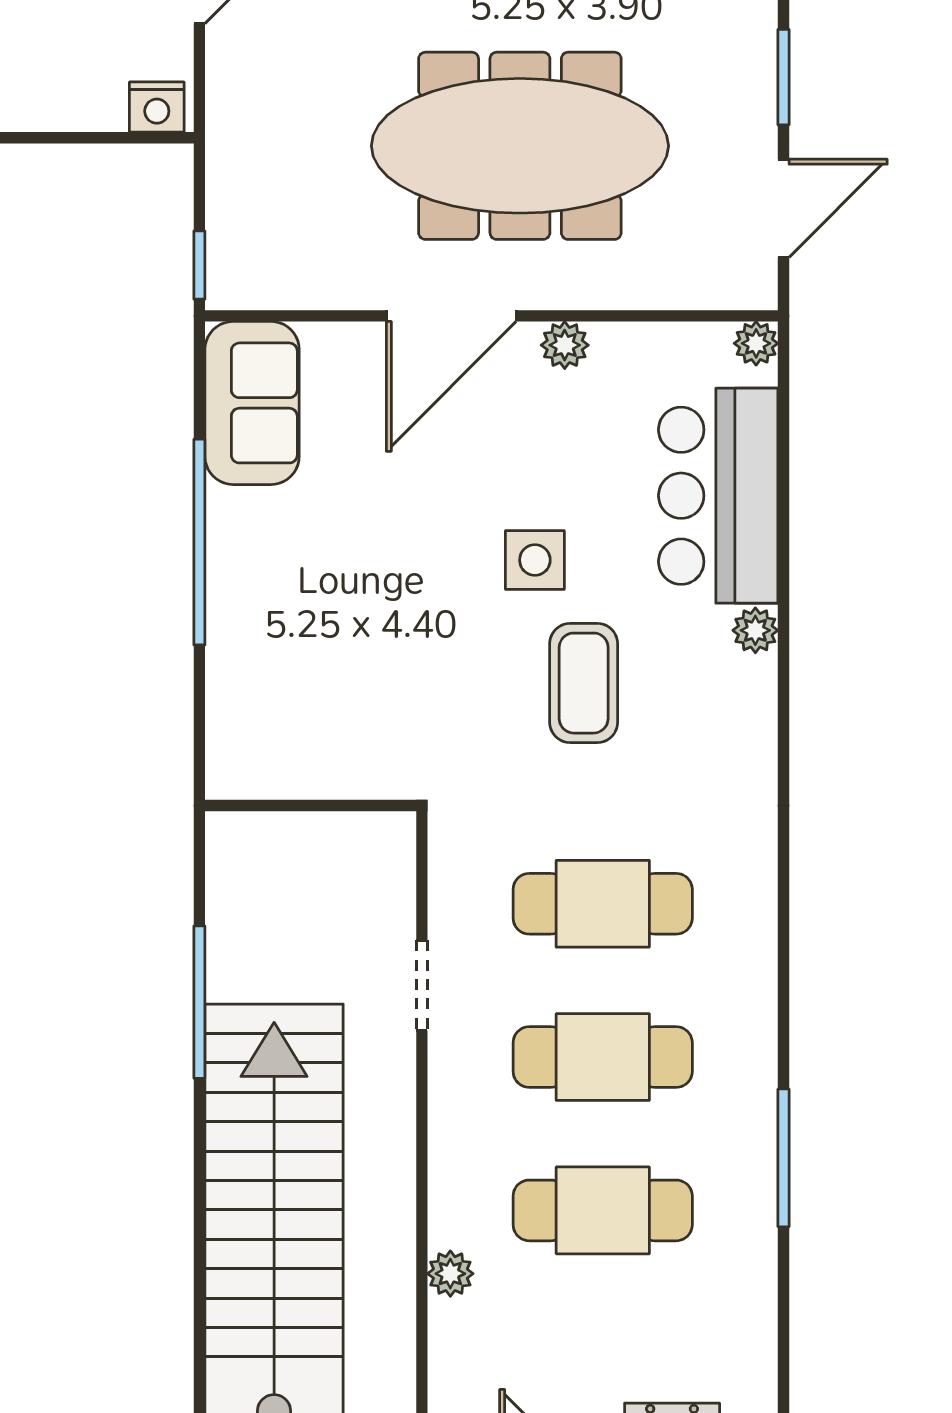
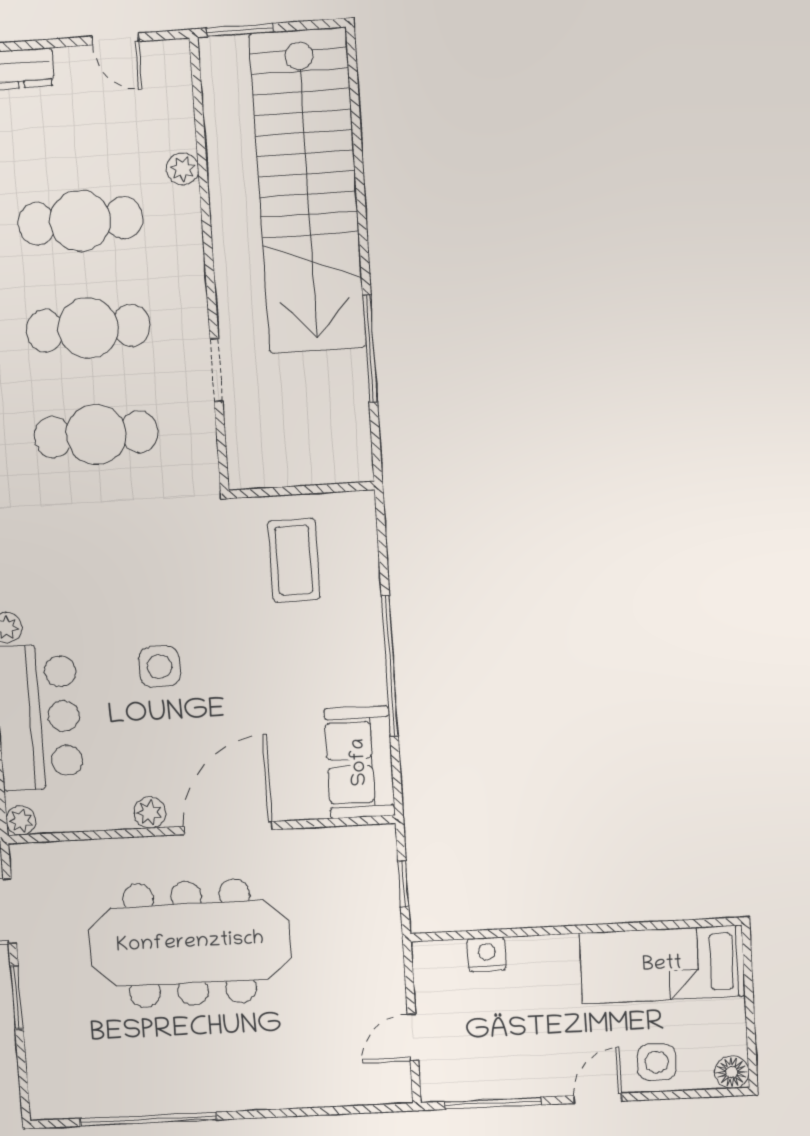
nightstand: (157, 107) -> (487, 954), moved
window: (199, 265) -> (403, 884), moved
coffee table: (584, 683) -> (294, 560), moved

